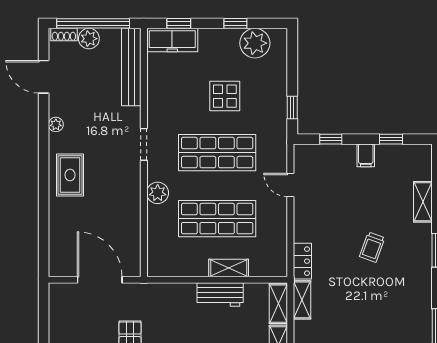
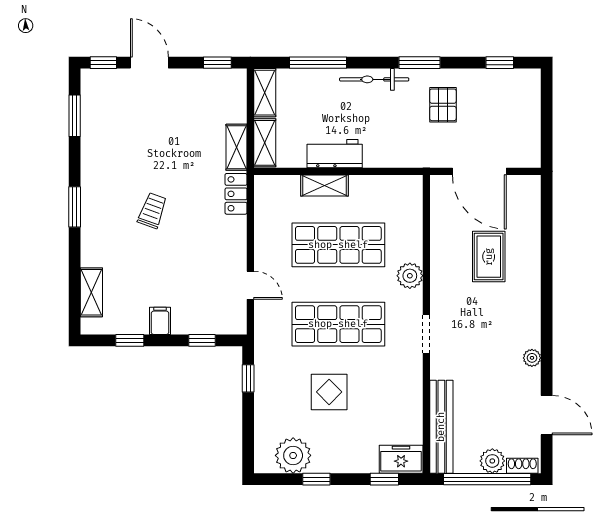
freezer: (172, 40) -> (401, 459), width x0.71
rug: (70, 175) -> (489, 257), moved
shelving: (423, 202) -> (91, 292), moved

